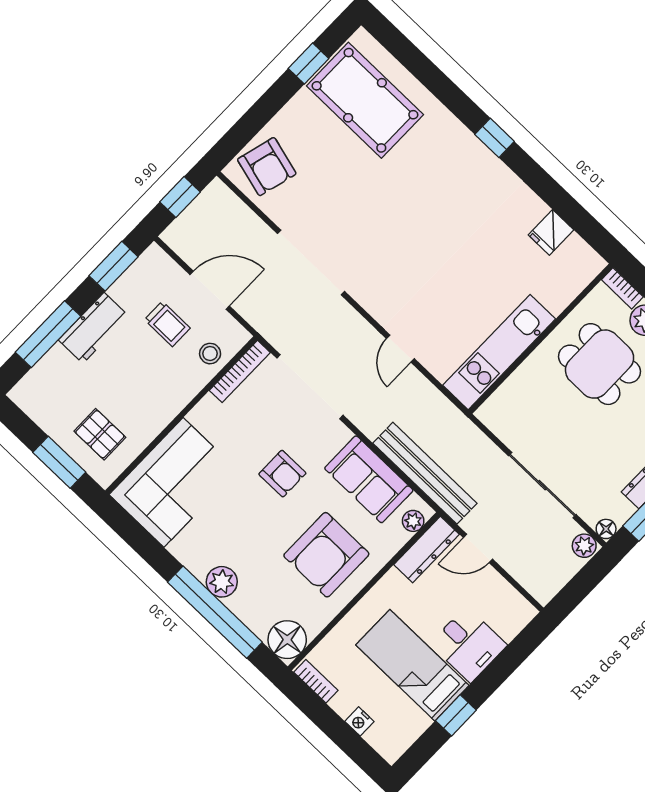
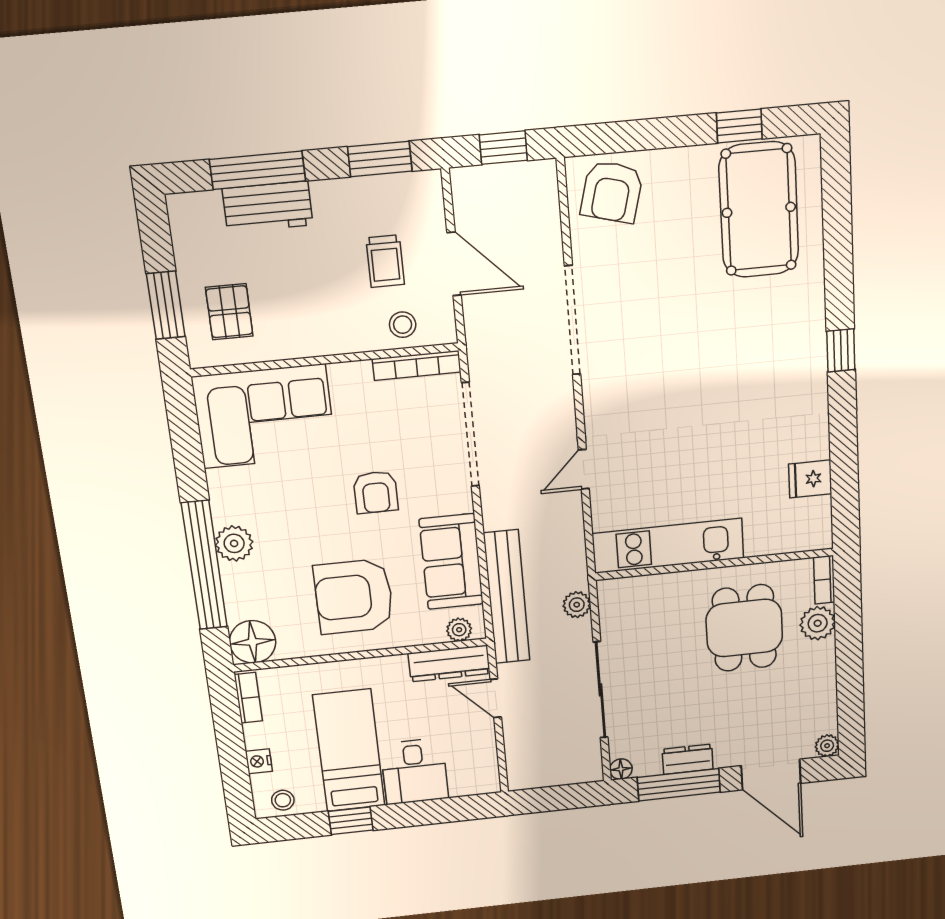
workbench: (94, 328) -> (268, 207), moved
plant: (584, 546) -> (577, 605), moved
stool: (398, 737) -> (283, 800), added

